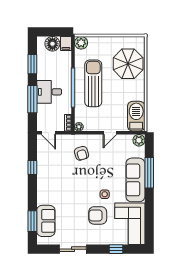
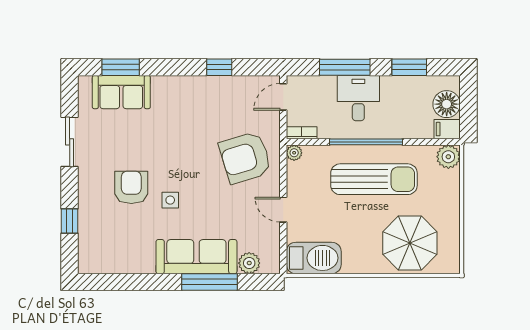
plant: (139, 140) -> (249, 263), moved
armchair: (82, 153) -> (245, 158), width x1.88, depth x1.88
corner sofa: (130, 224) -> (116, 246), removed

